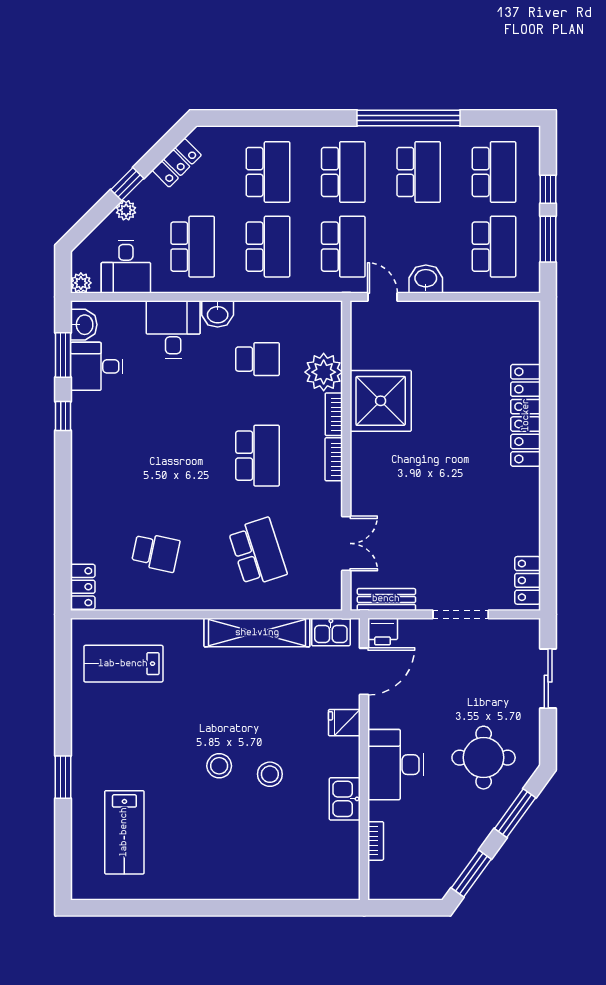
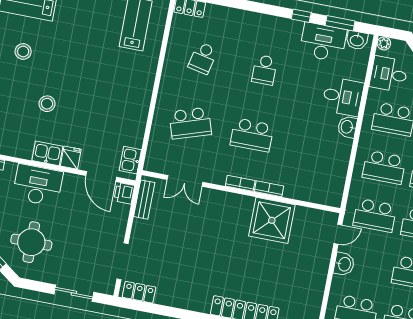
school desk: (258, 359) -> (264, 70), moved
desk: (97, 366) -> (323, 42), width x1.37
plant: (324, 372) -> (297, 187), removed
doorway: (461, 614) -> (122, 261), moved
shelving: (257, 633) -> (139, 113), removed
stool: (219, 766) -> (23, 51), moved
kitchen sink: (345, 799) -> (47, 153), moved

